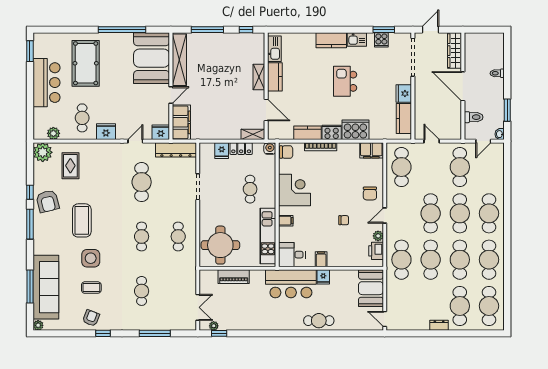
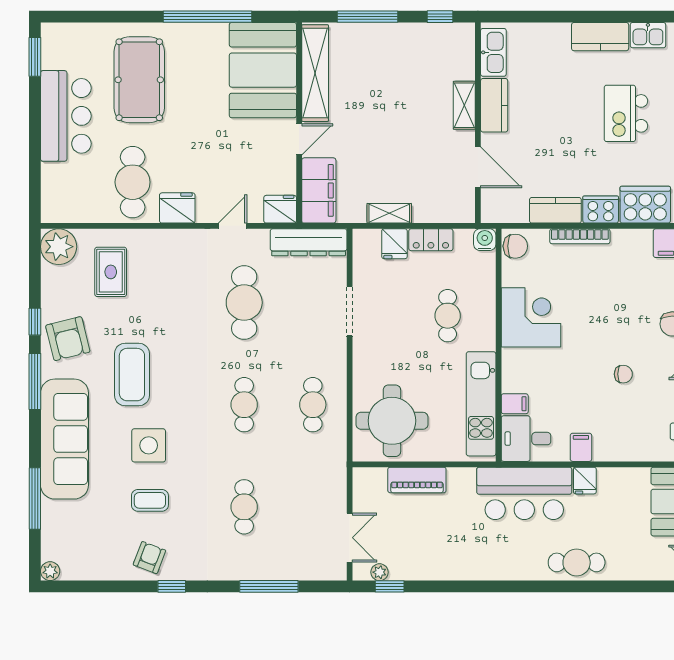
cafe table: (82, 118) -> (133, 182), width x1.37, depth x1.35
plant: (53, 133) -> (79, 211), removed
shelving: (253, 134) -> (389, 213), moved
filing cabinet: (286, 221) -> (515, 404), moved
sofa: (46, 287) -> (64, 439), moved

